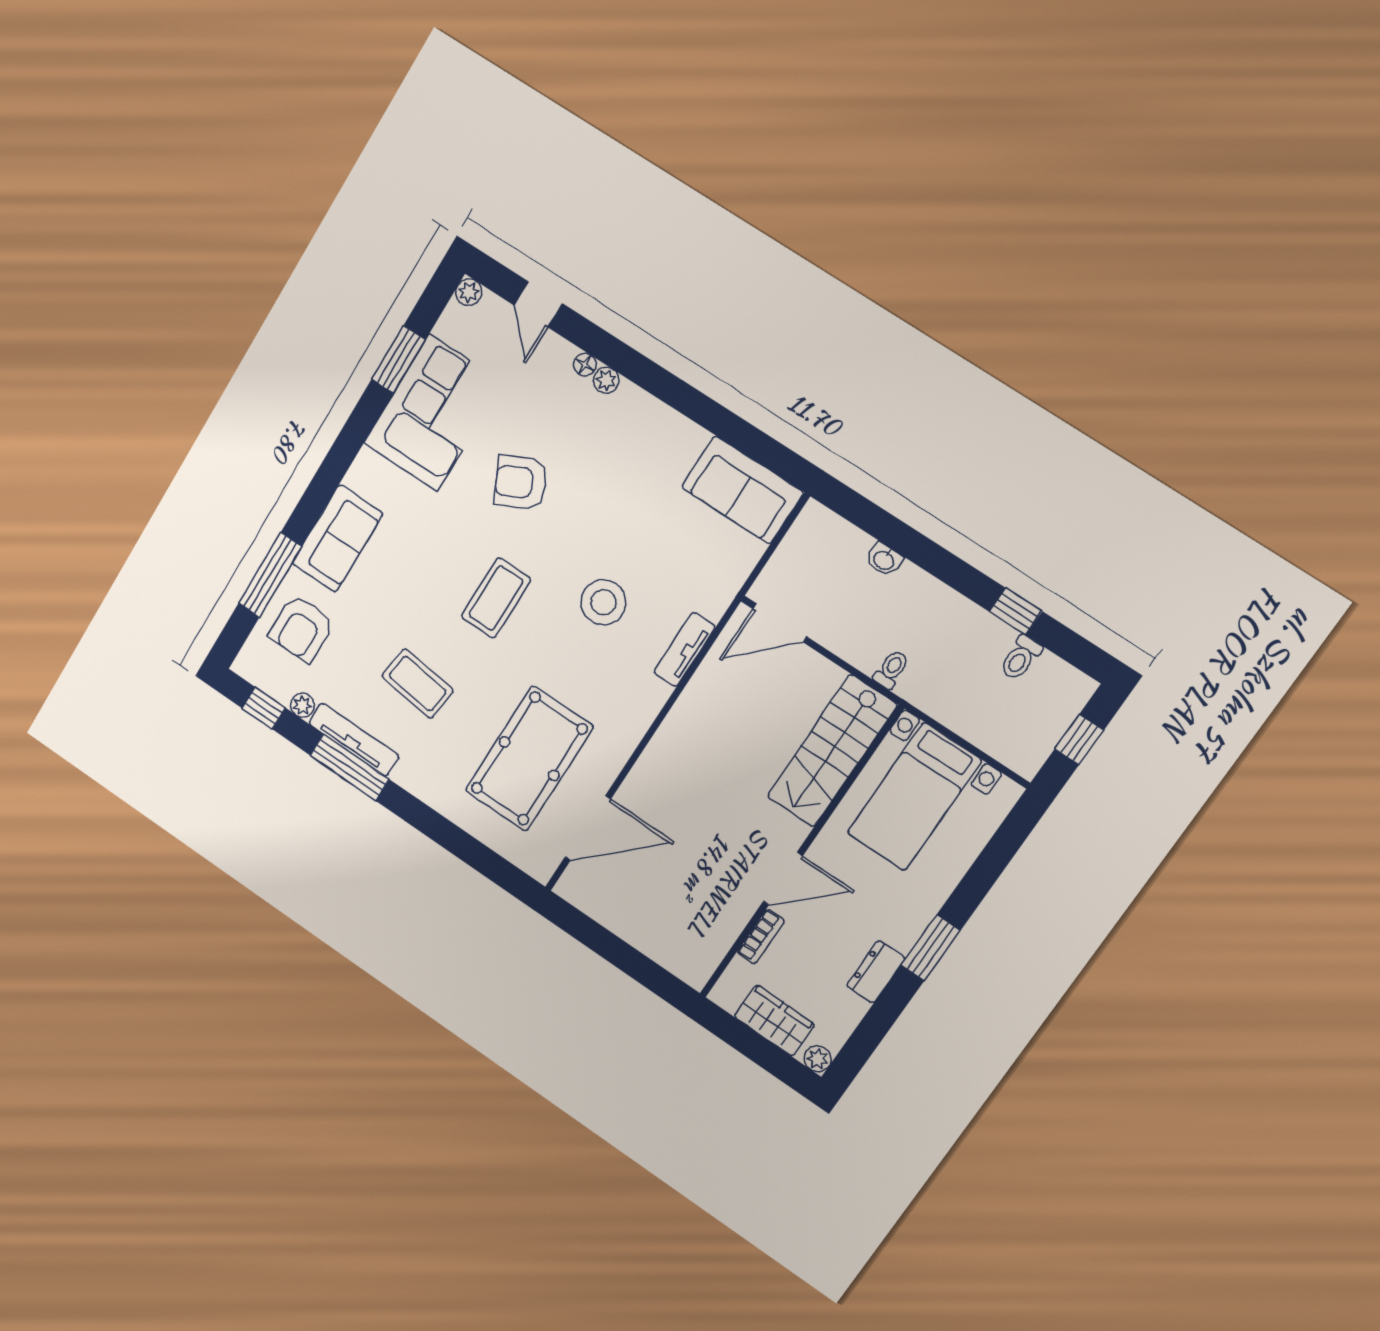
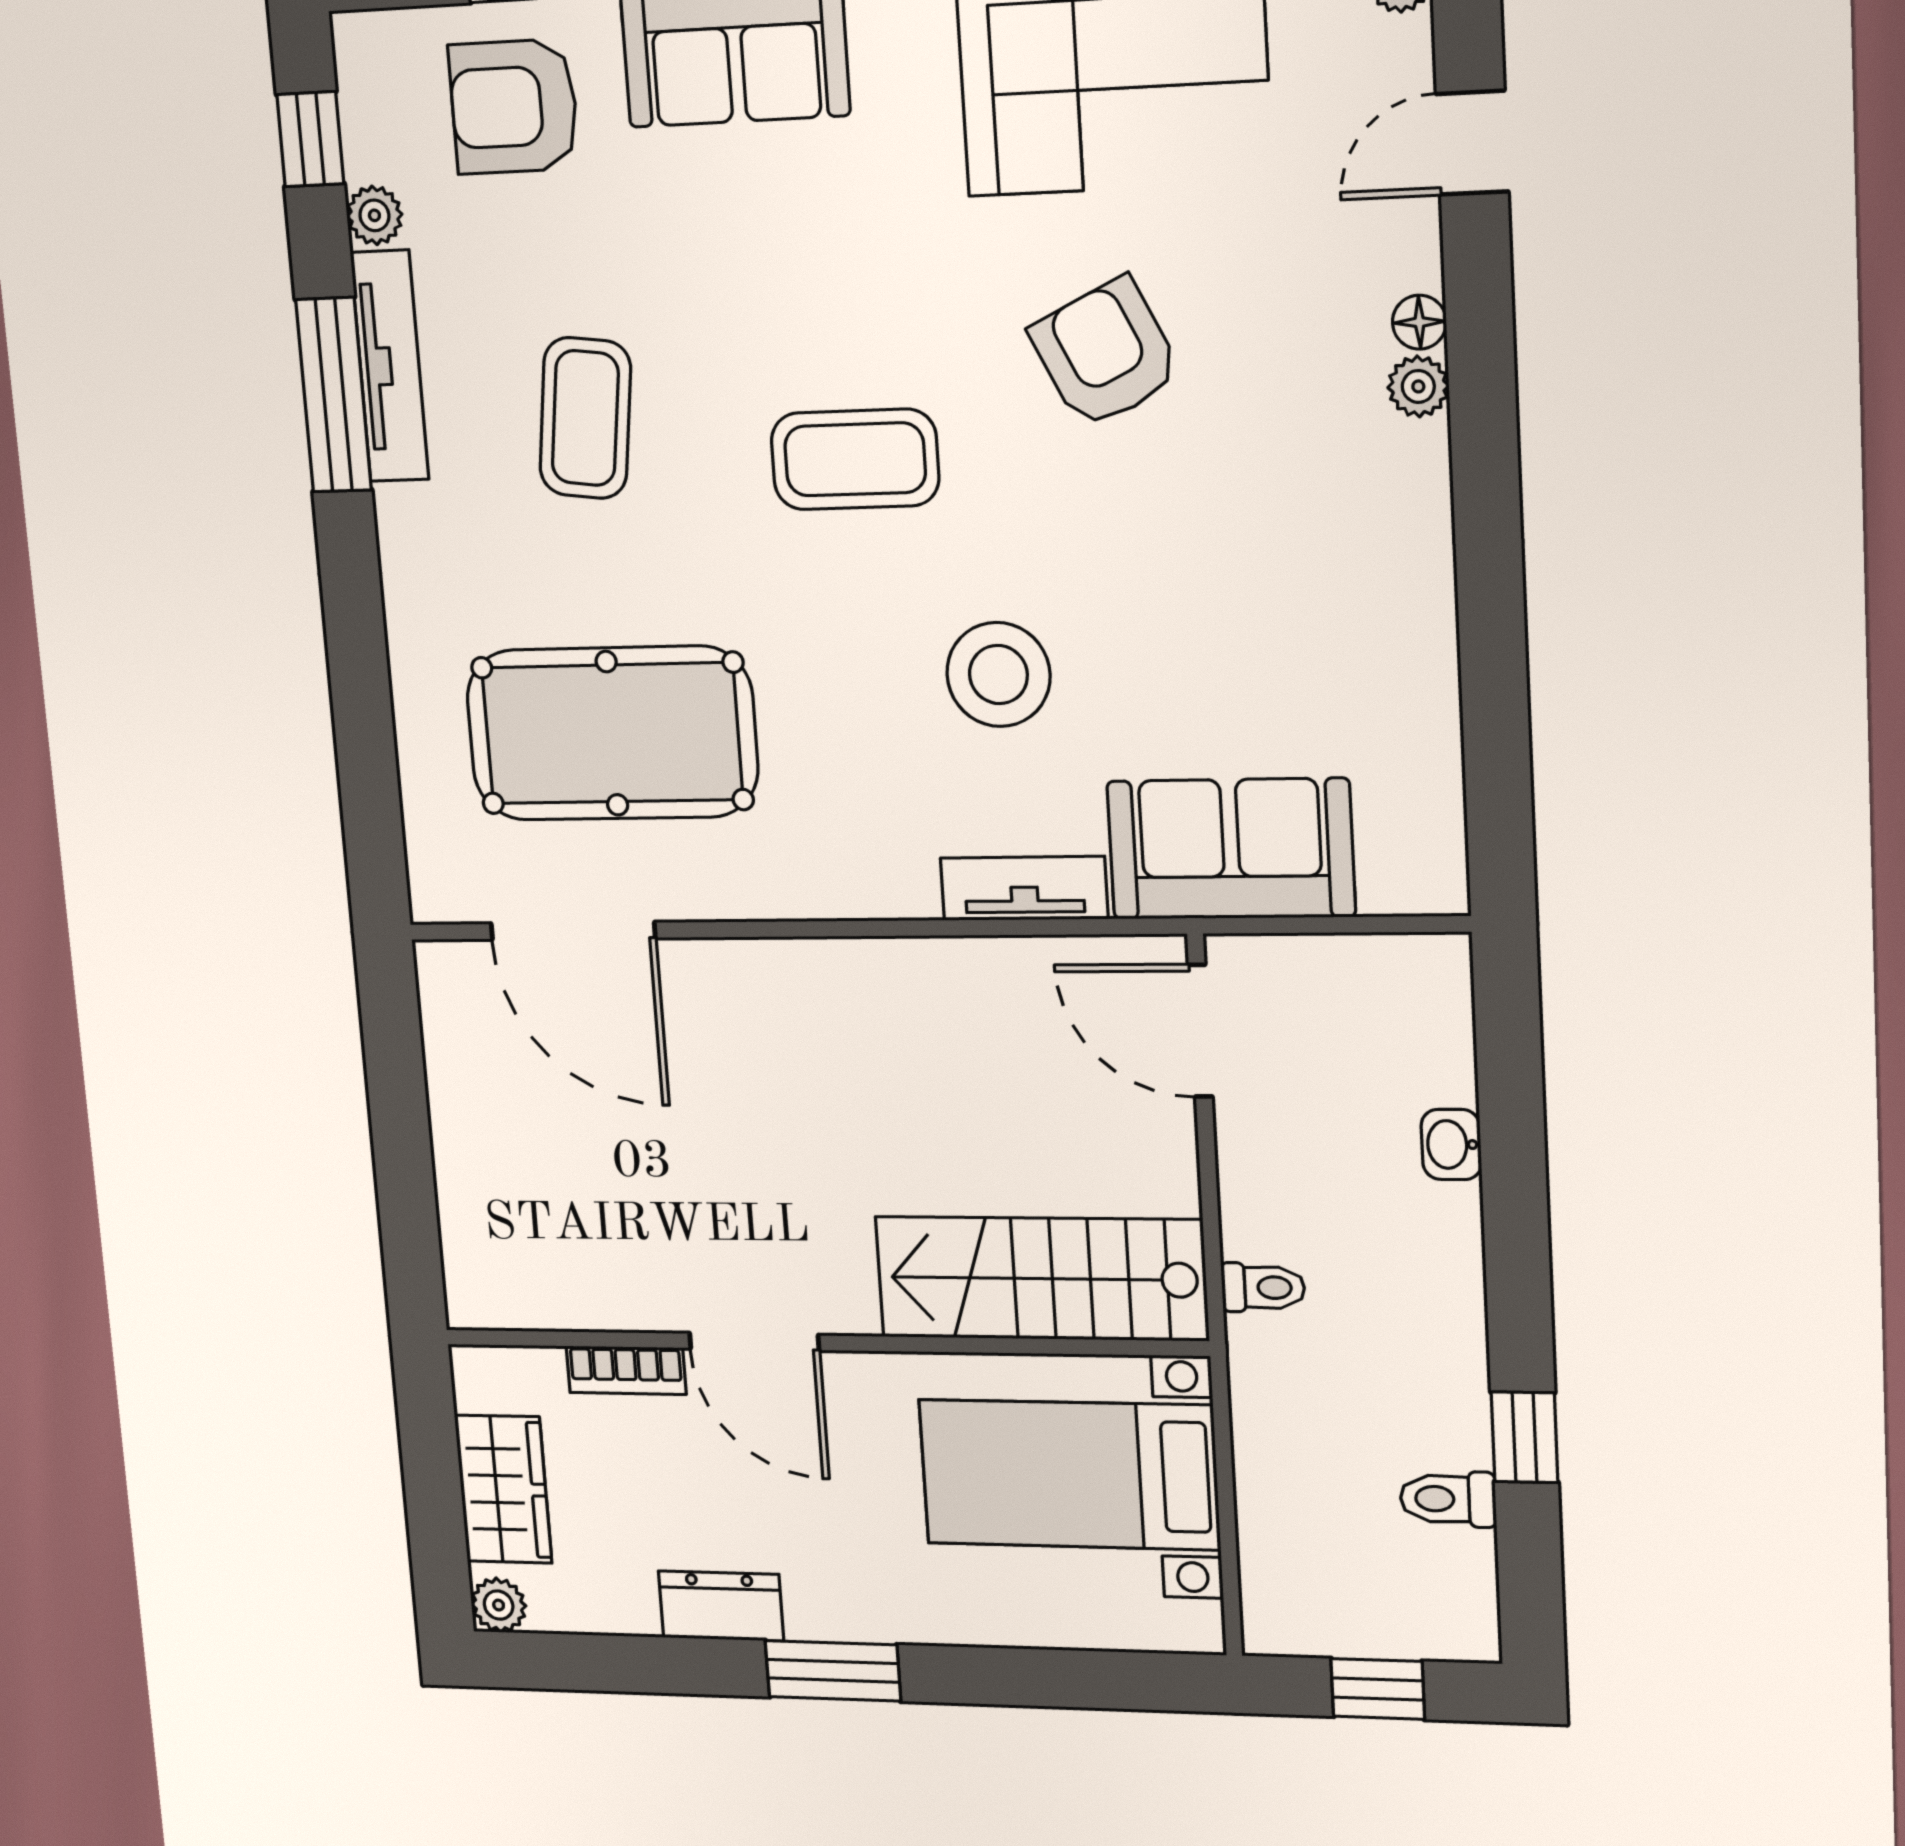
sofa: (742, 490) -> (1231, 849), moved, turned 90

